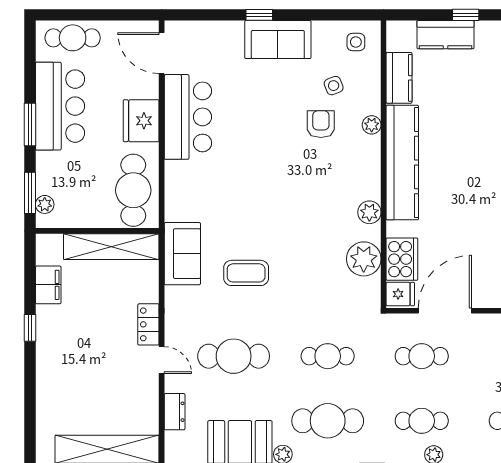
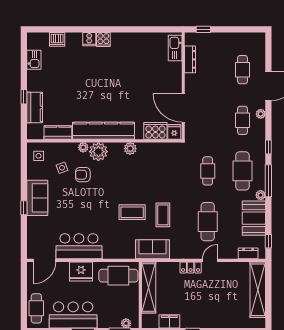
coffee table: (251, 216) -> (132, 212), added
plant: (364, 259) -> (98, 152), moved
cafe table: (422, 356) -> (208, 120), removed
dresser: (175, 412) -> (248, 253), moved

